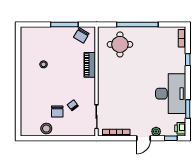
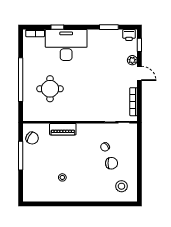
round table: (120, 44) -> (50, 89), moved
desk: (171, 94) -> (66, 45), moved
stool: (46, 129) -> (121, 186), moved

